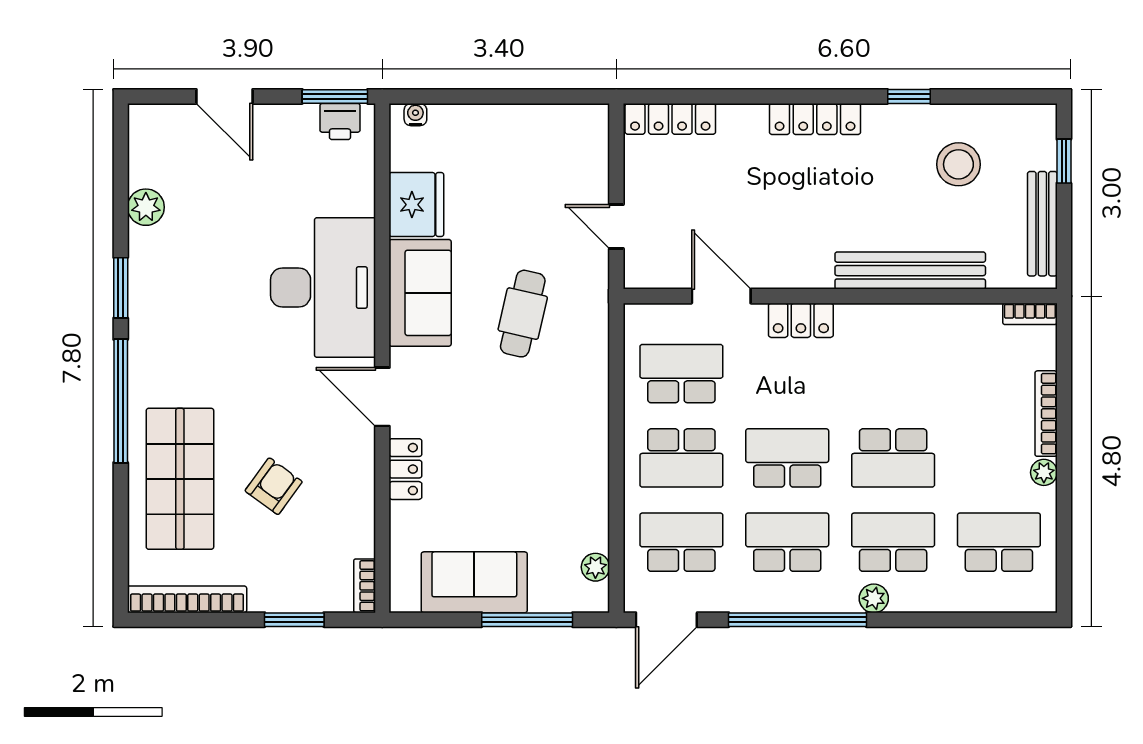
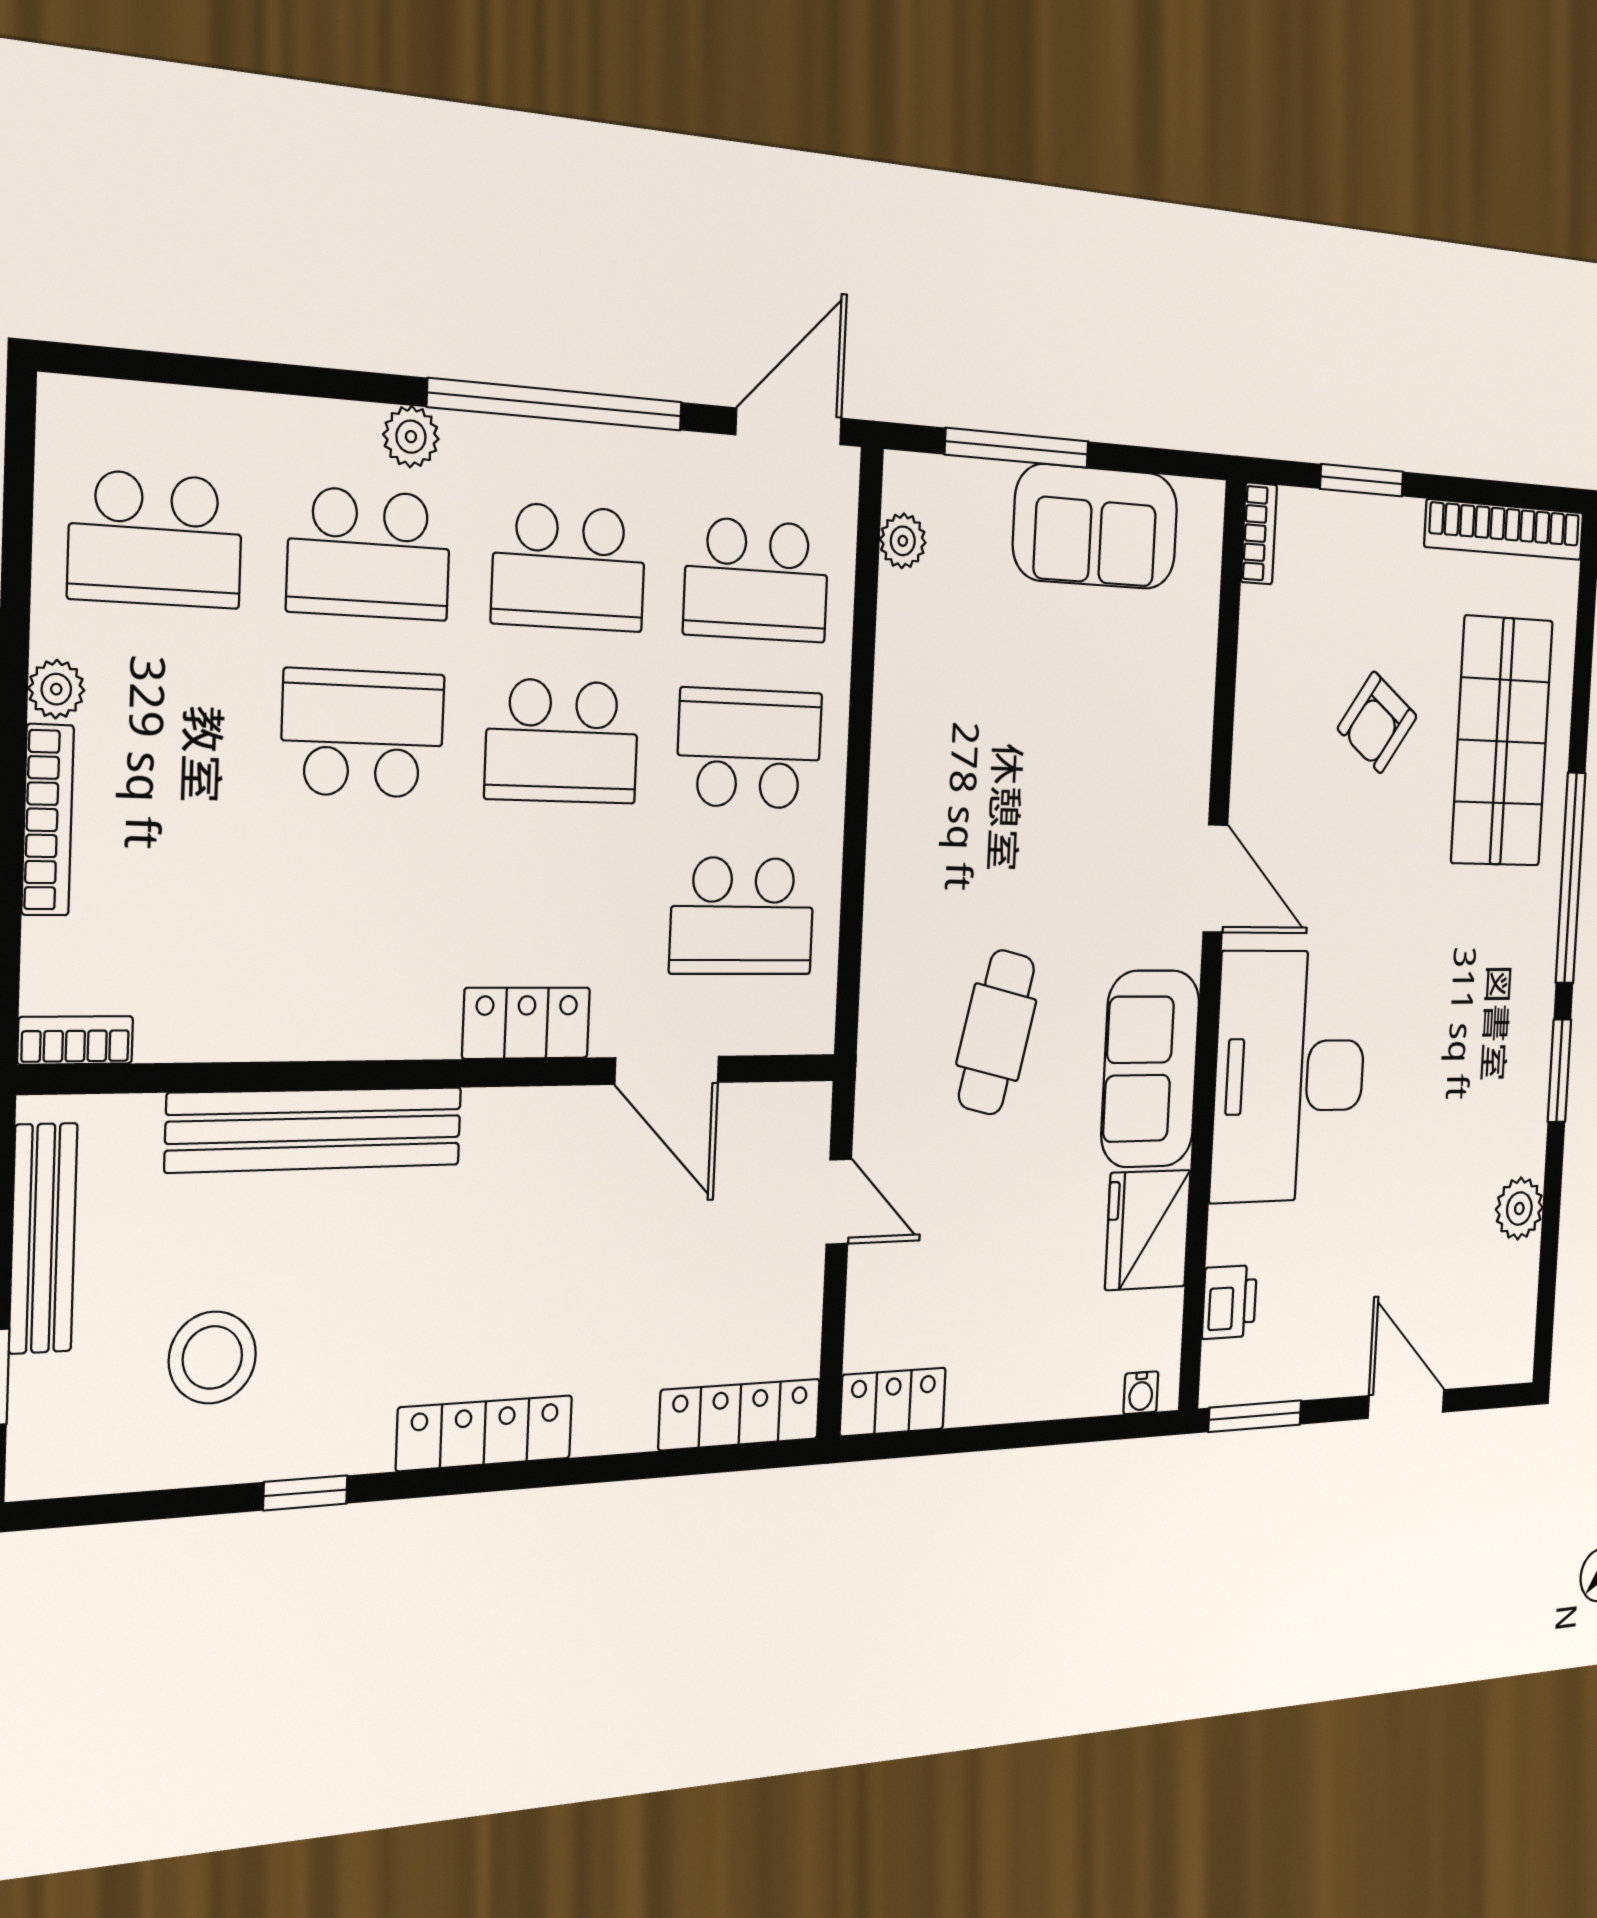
printer: (340, 121) -> (1229, 1302), moved, turned 90
locker: (405, 469) -> (893, 1402), moved, turned 90

